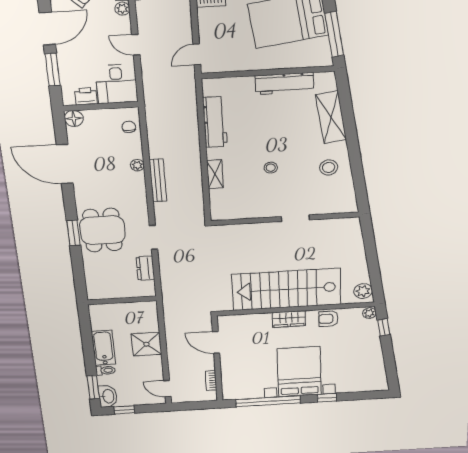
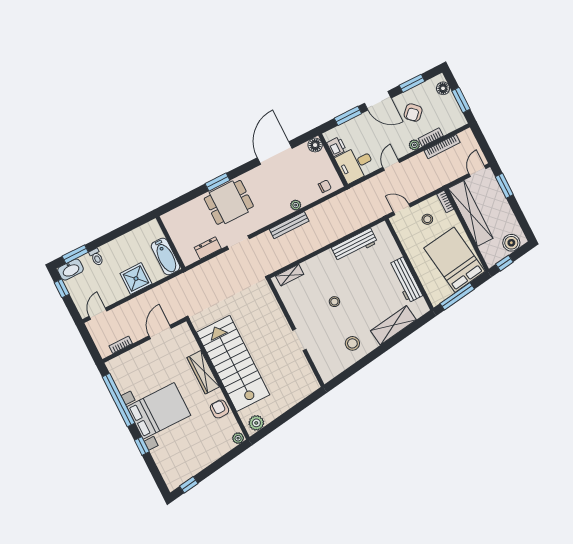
stool: (223, 30) -> (427, 219), added
shelving: (215, 174) -> (290, 275), moved
wardrobe: (289, 319) -> (203, 372), width x1.50
window: (384, 327) -> (189, 485), moved
bathtub: (103, 348) -> (166, 257), moved, turned 90

